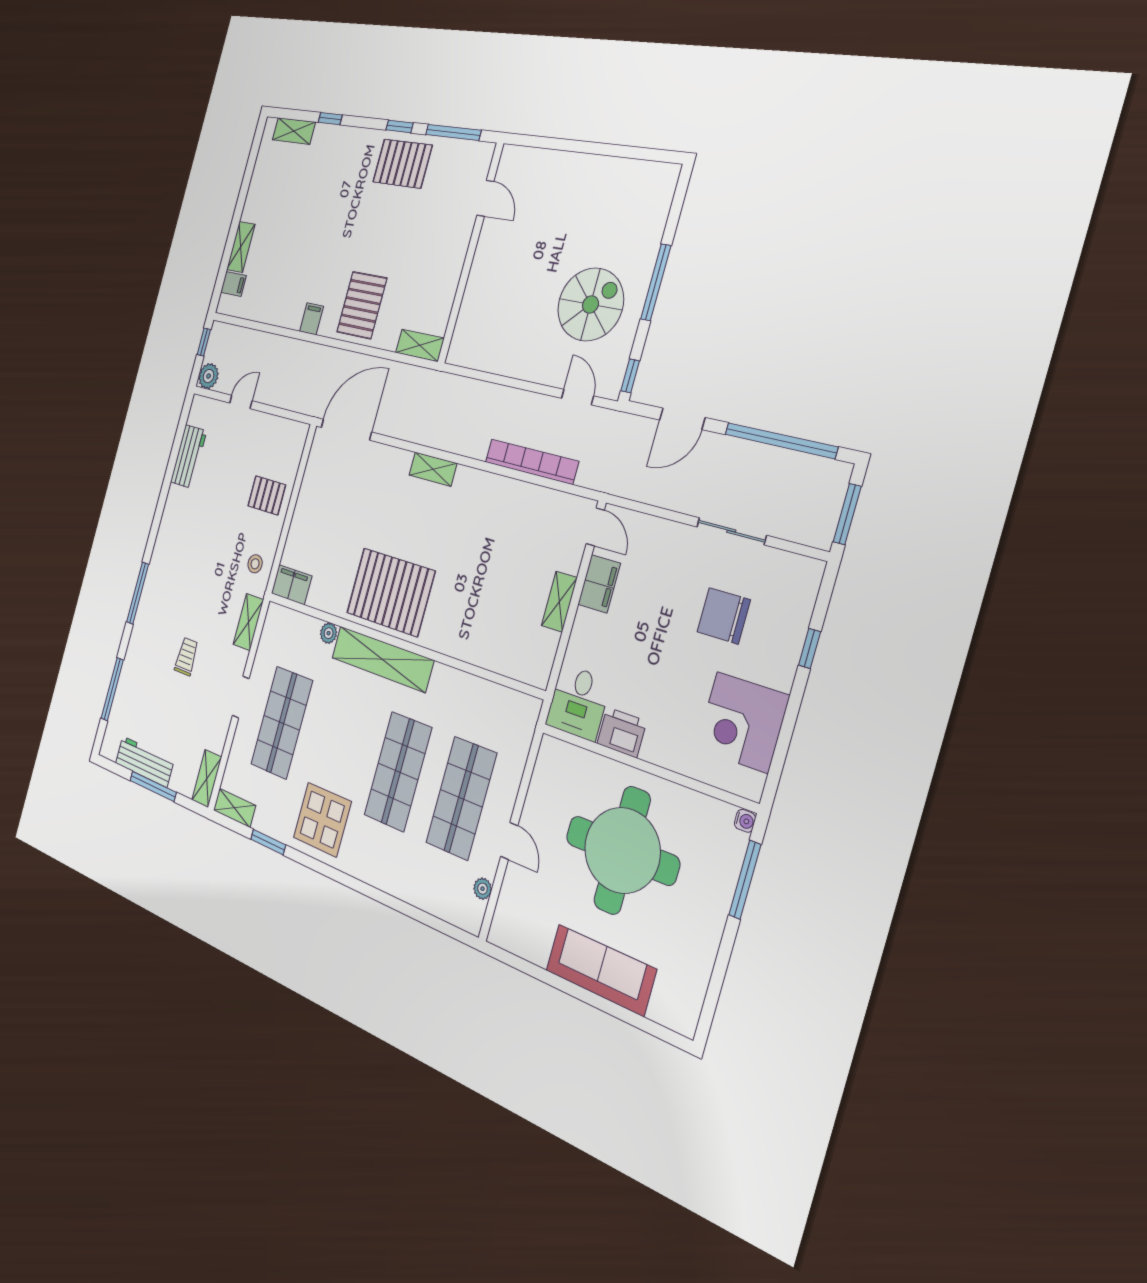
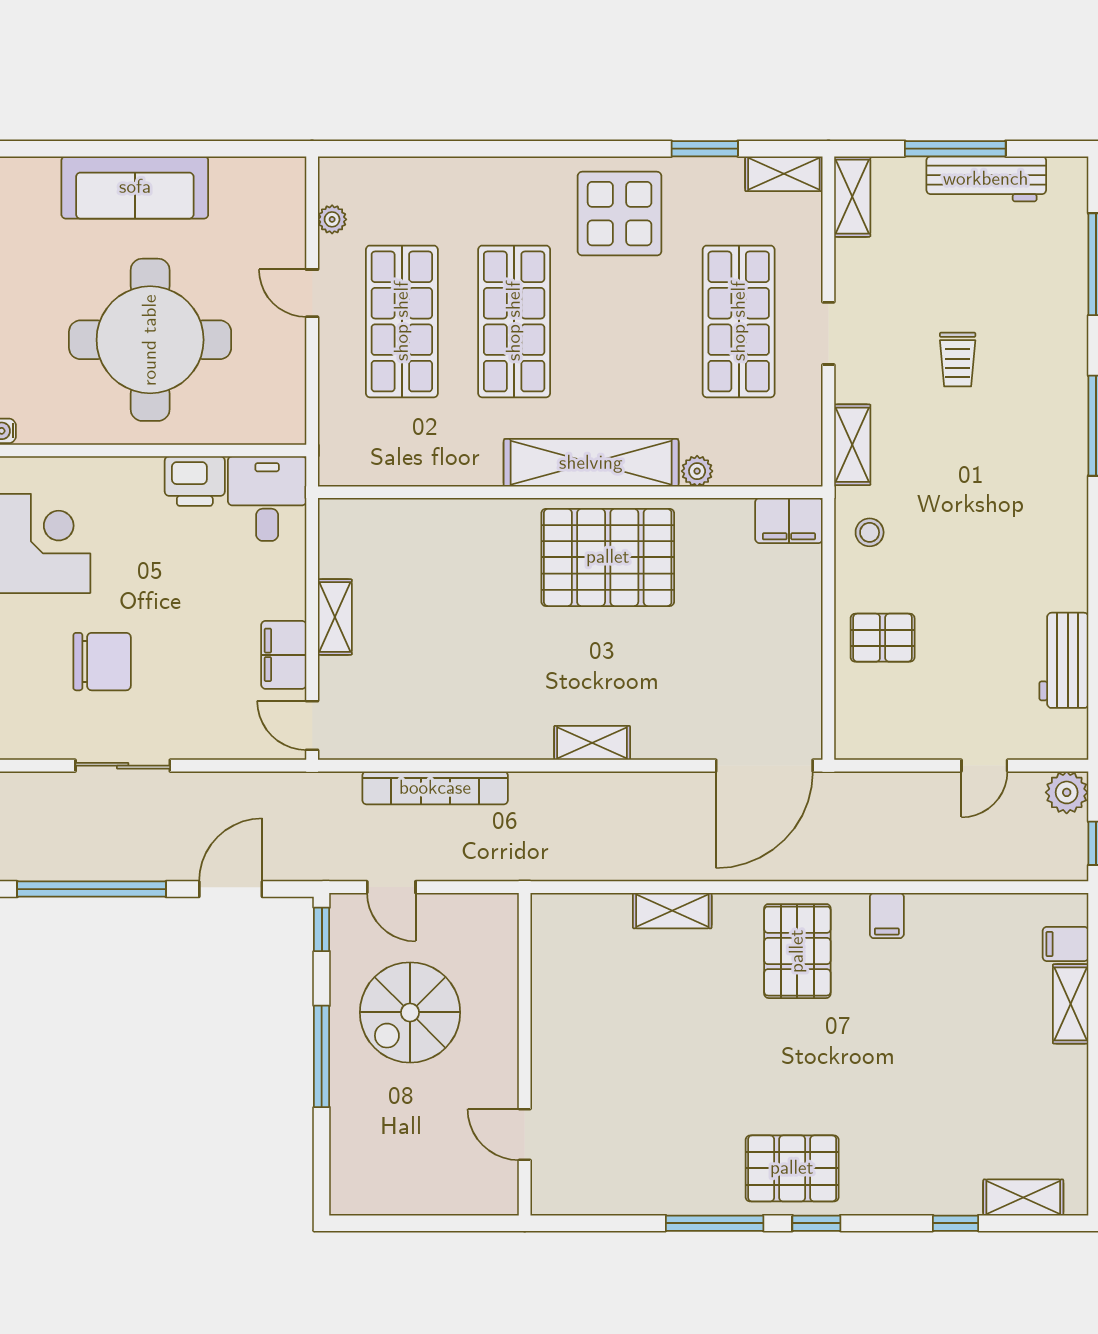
door: (485, 198) -> (525, 1135), moved
wall: (471, 253) -> (525, 1054), moved

